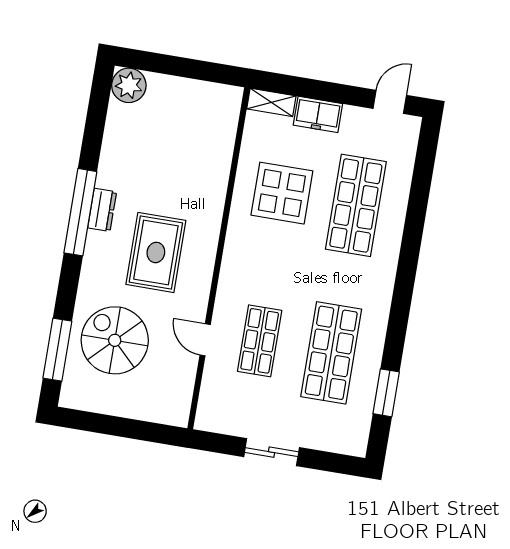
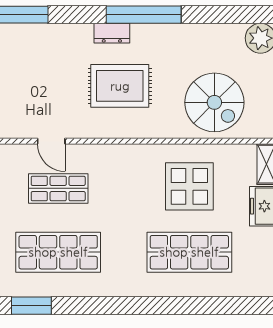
dresser: (102, 210) -> (112, 33), moved
spiral stairs: (115, 340) -> (214, 102), moved, turned 90
door: (205, 340) -> (51, 141), swing flipped

